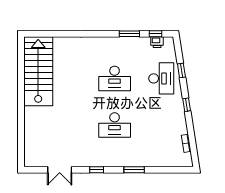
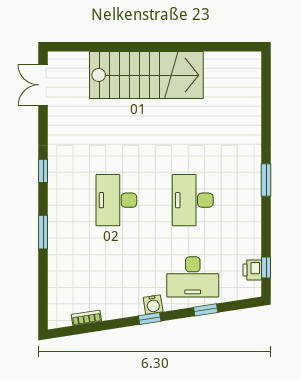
window: (129, 34) -> (266, 180), moved
stairs: (38, 71) -> (146, 75), moved
water cooler: (178, 103) -> (153, 305), added
double door: (60, 170) -> (43, 85), moved

